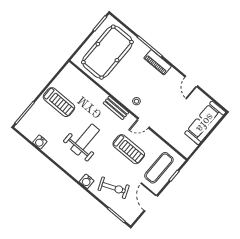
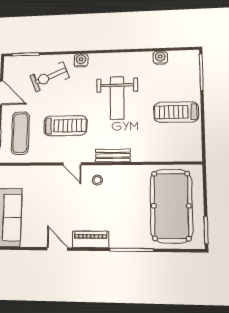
piano: (158, 62) -> (91, 239), moved
door: (143, 123) -> (72, 164), swing flipped
treadmill: (129, 149) -> (65, 126), turned 180

